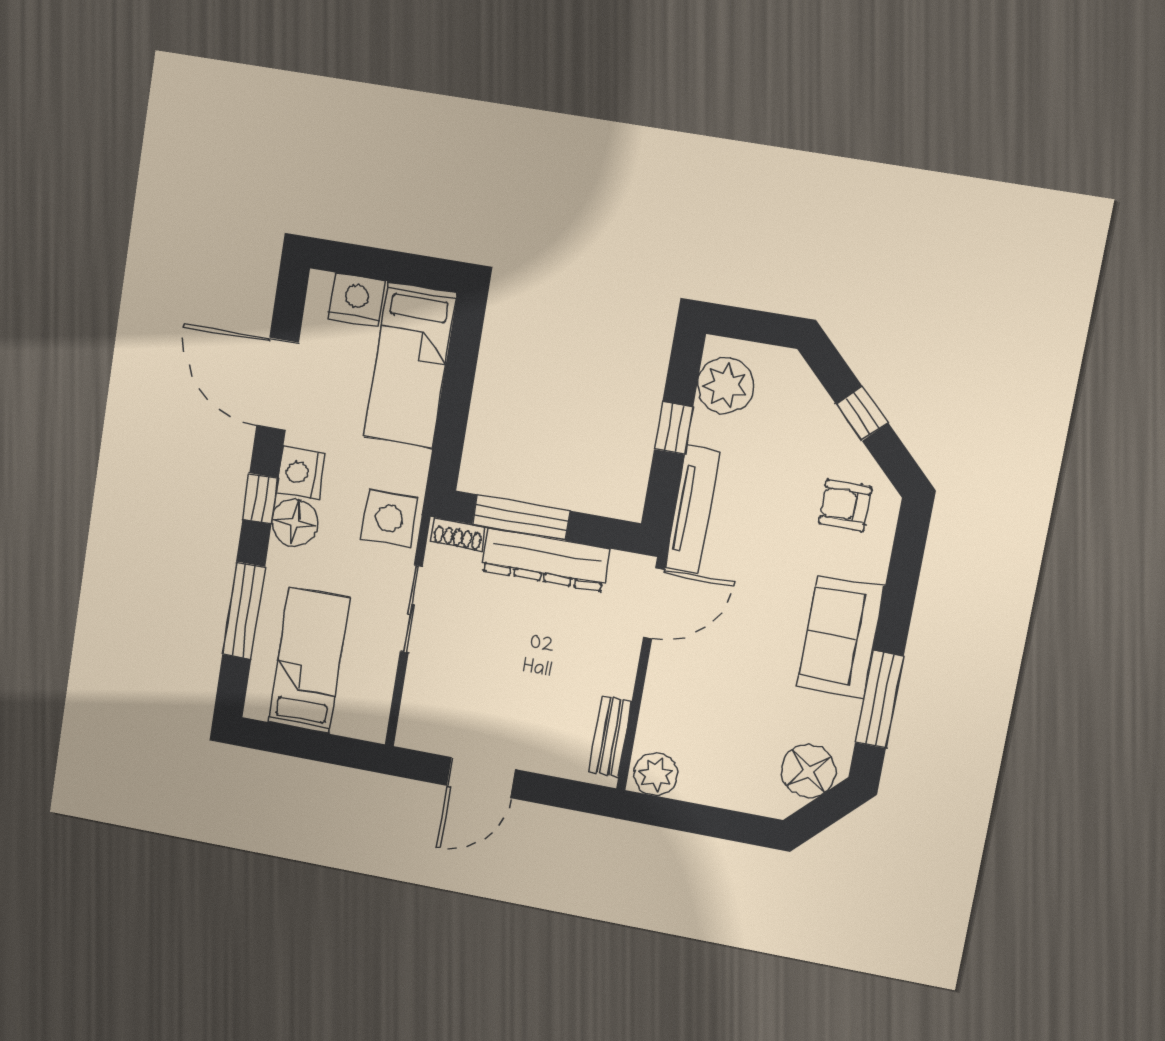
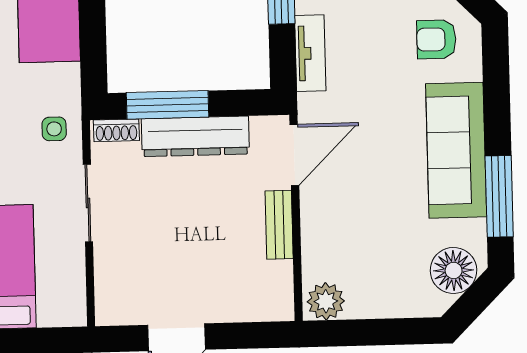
tv unit: (692, 510) -> (310, 53), width x0.71
side table: (389, 519) -> (54, 129), width x0.54, depth x0.54
sofa: (841, 637) -> (456, 150), width x1.36
bench: (610, 737) -> (279, 225), moved

